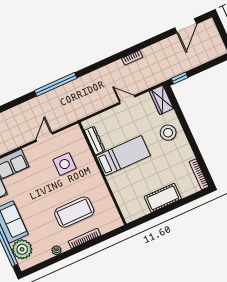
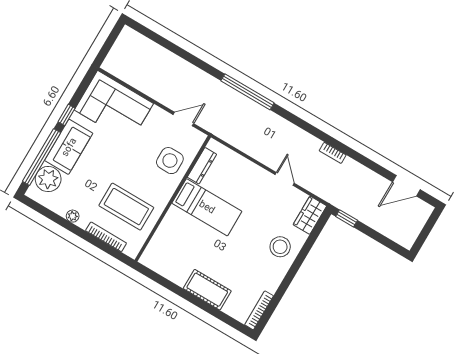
dresser: (95, 140) -> (202, 166), moved
bed: (123, 156) -> (207, 207), moved
wall: (102, 173) -> (173, 199), moved

